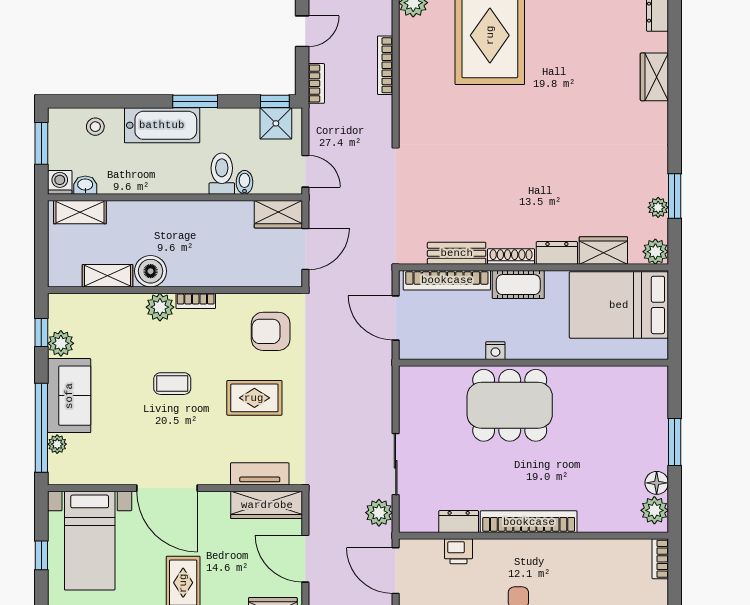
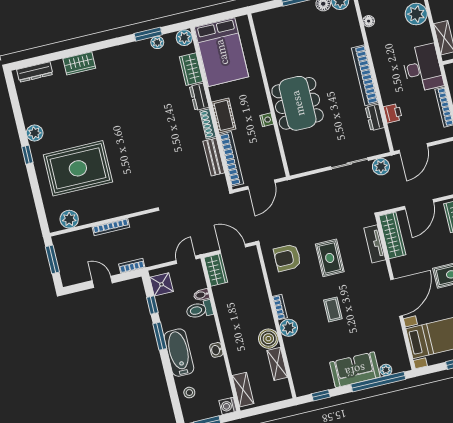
window: (275, 101) -> (152, 305), moved
washbasin: (85, 185) -> (216, 350), moved
armchair: (271, 331) -> (287, 258), turned 90
plant: (61, 343) -> (325, 382), removed
floor lamp: (612, 548) -> (369, 21), added

